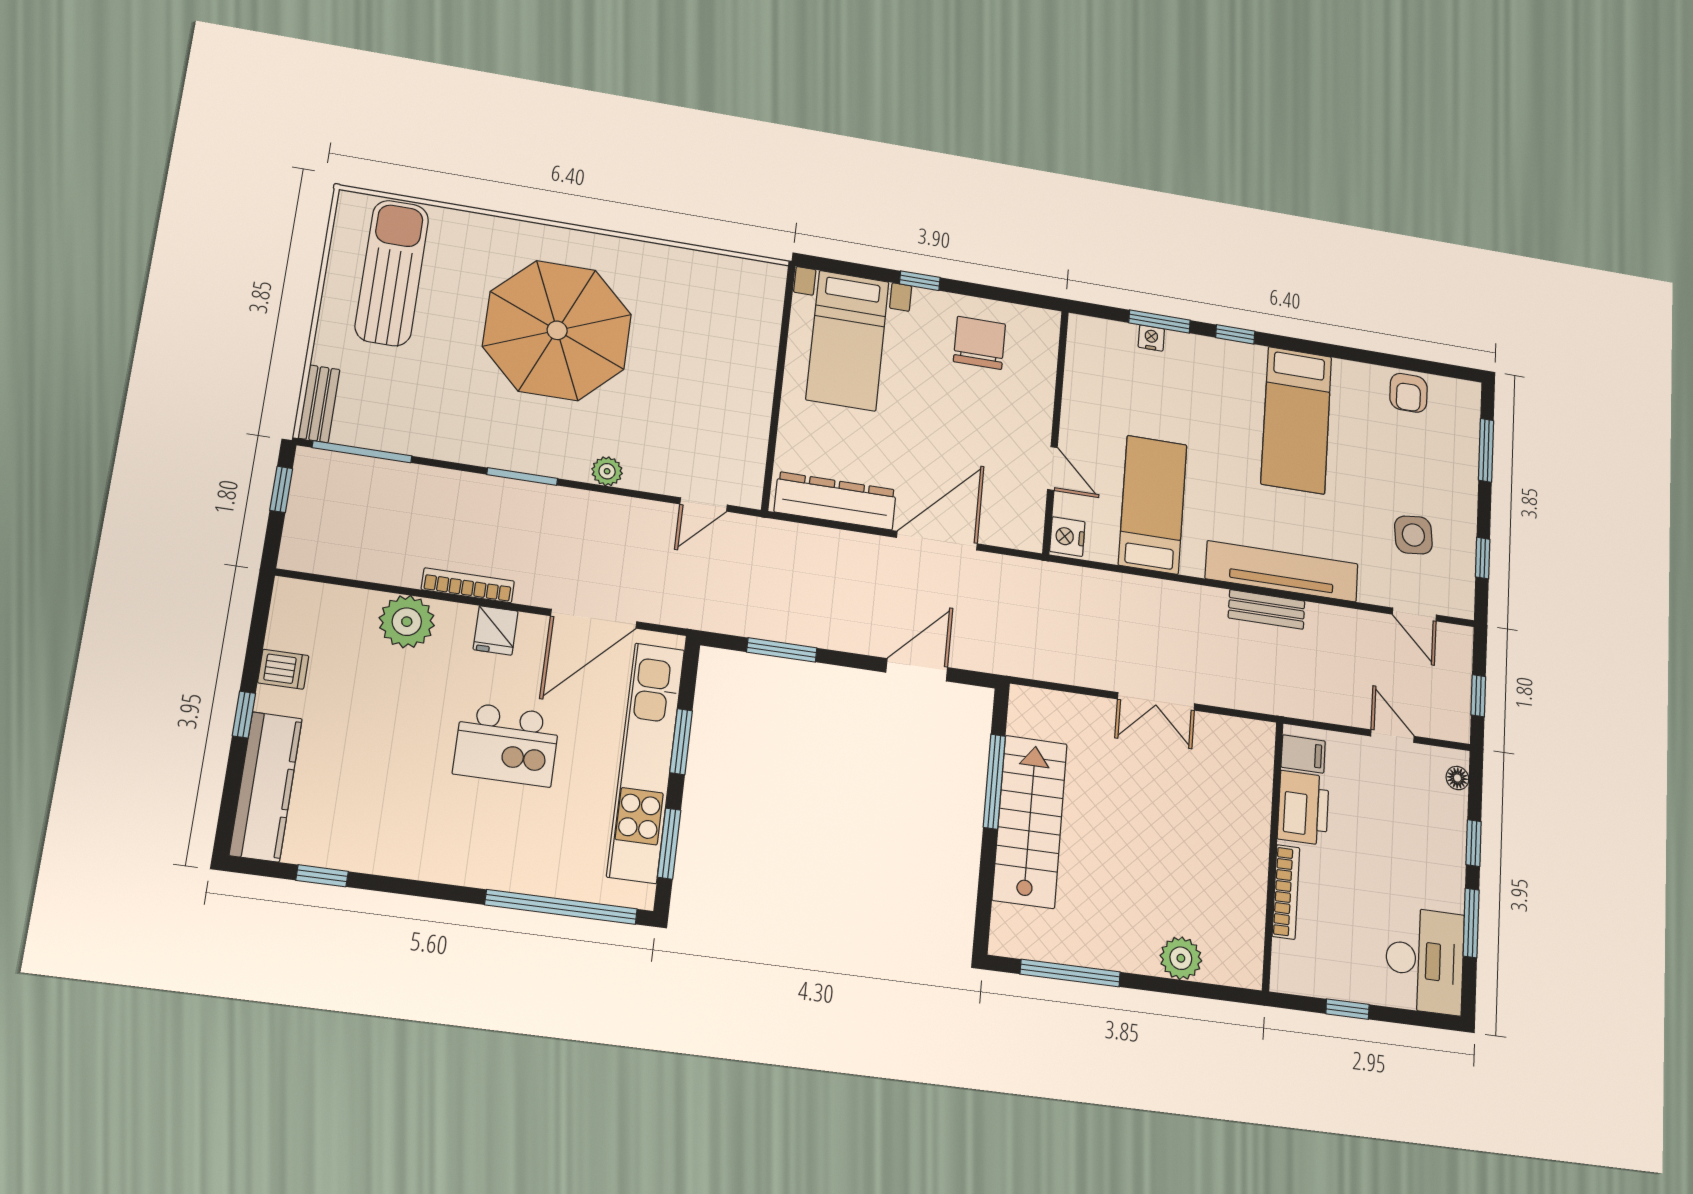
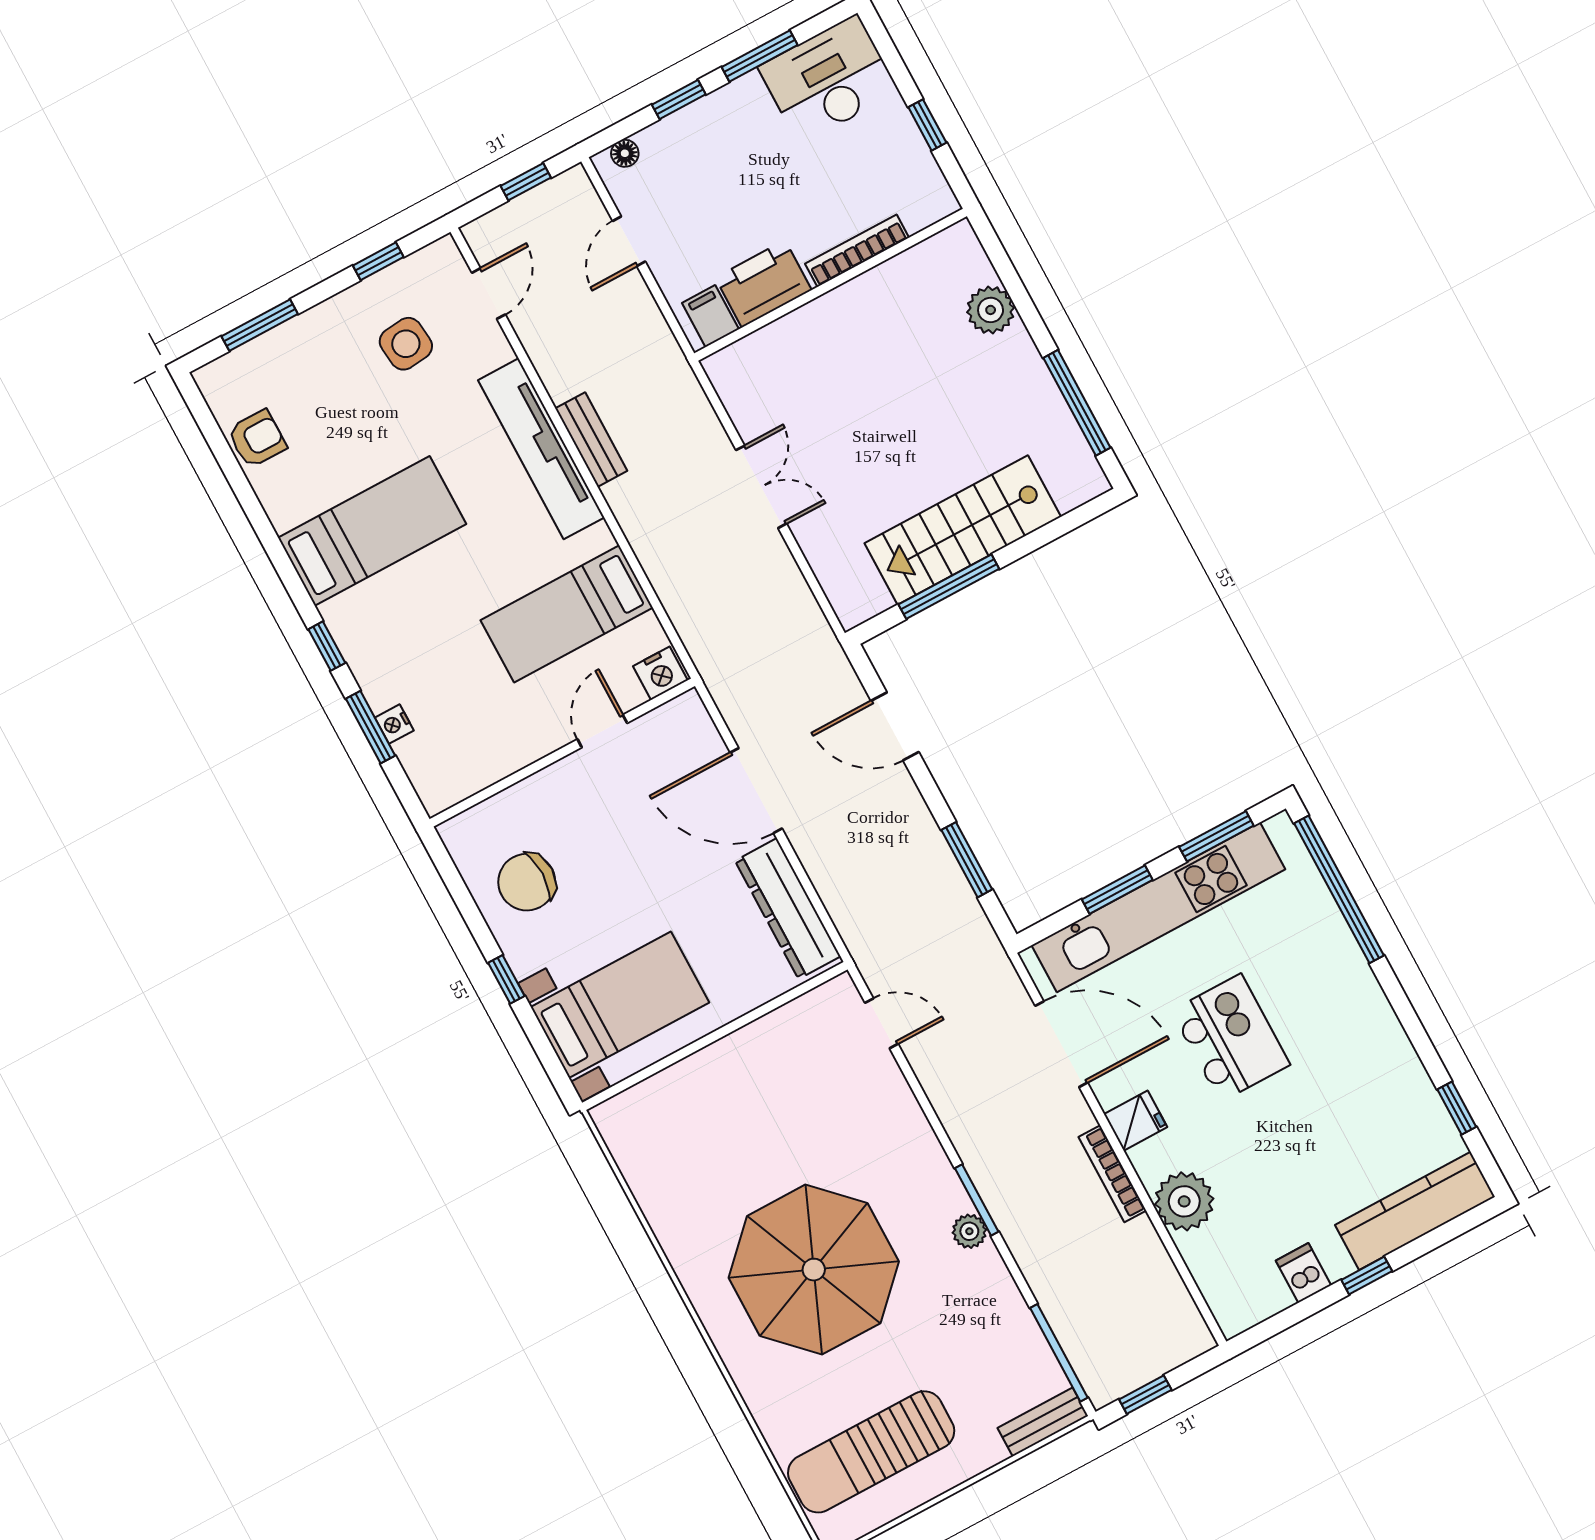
plant: (607, 471) -> (969, 1231), moved

